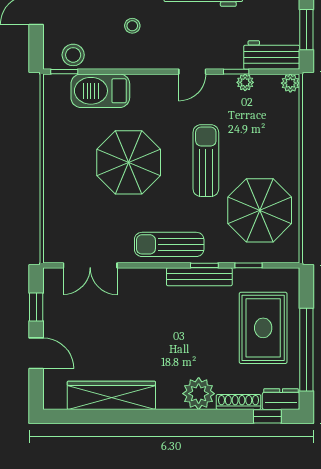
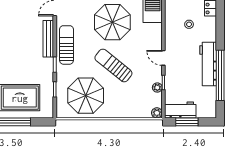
workbench: (272, 55) -> (180, 110), moved, turned -90
sun lounger: (206, 161) -> (113, 65), turned -141
bench: (199, 277) -> (48, 39), moved

